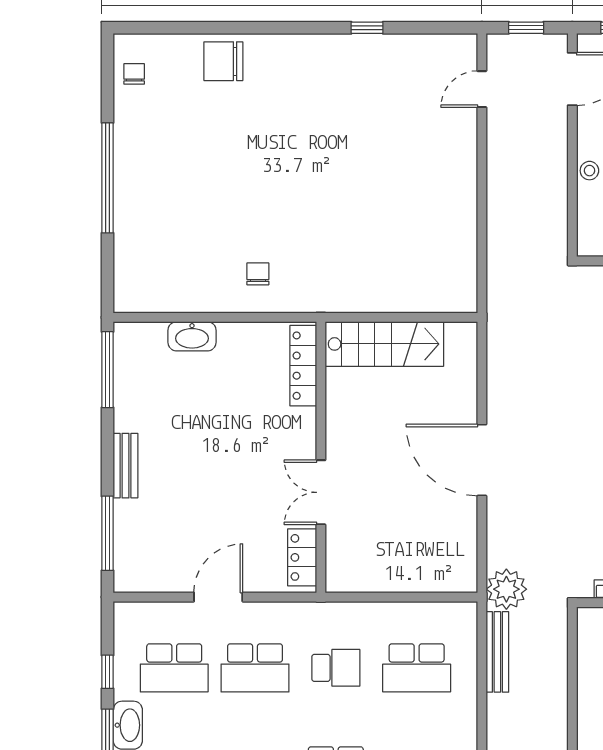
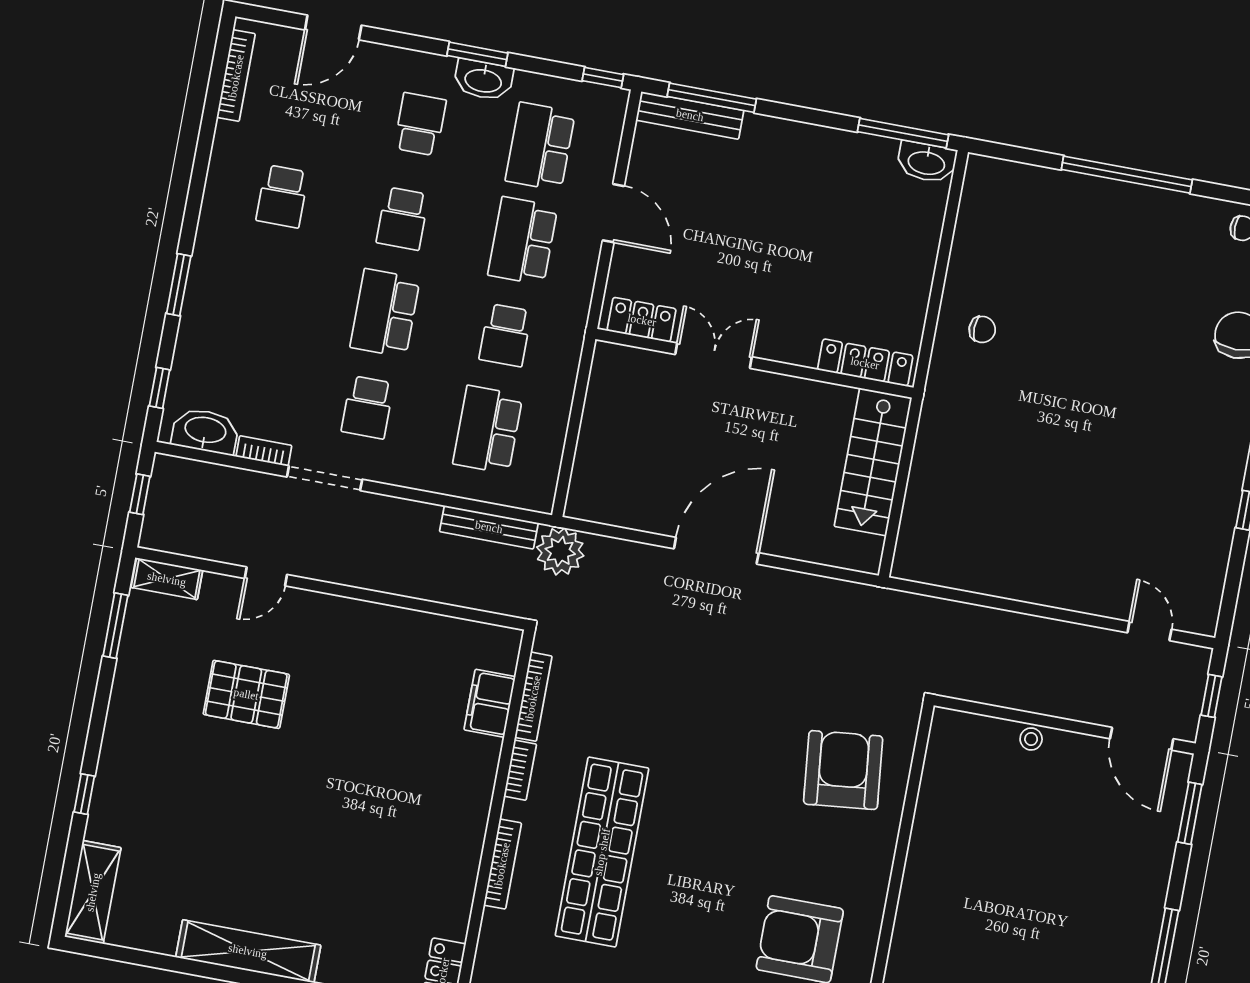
washbasin: (192, 336) -> (927, 162), moved, turned -90
bench: (125, 466) -> (690, 115), moved, width x1.36
window: (108, 672) -> (603, 78), moved

